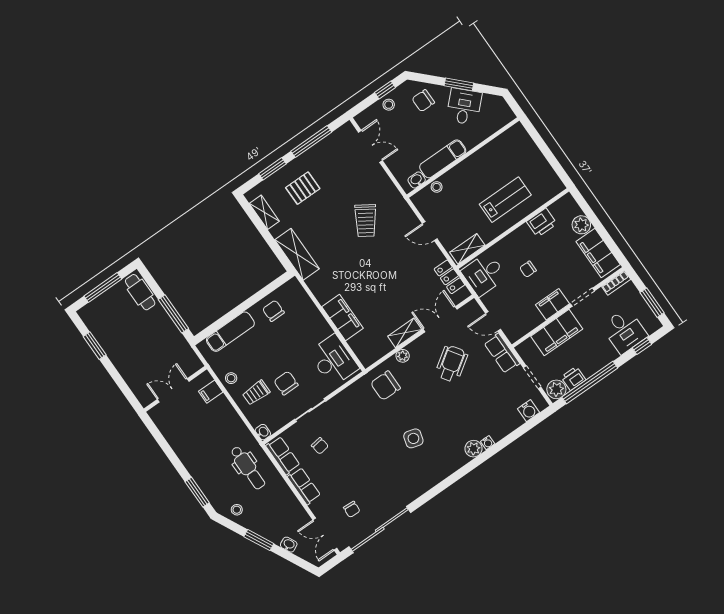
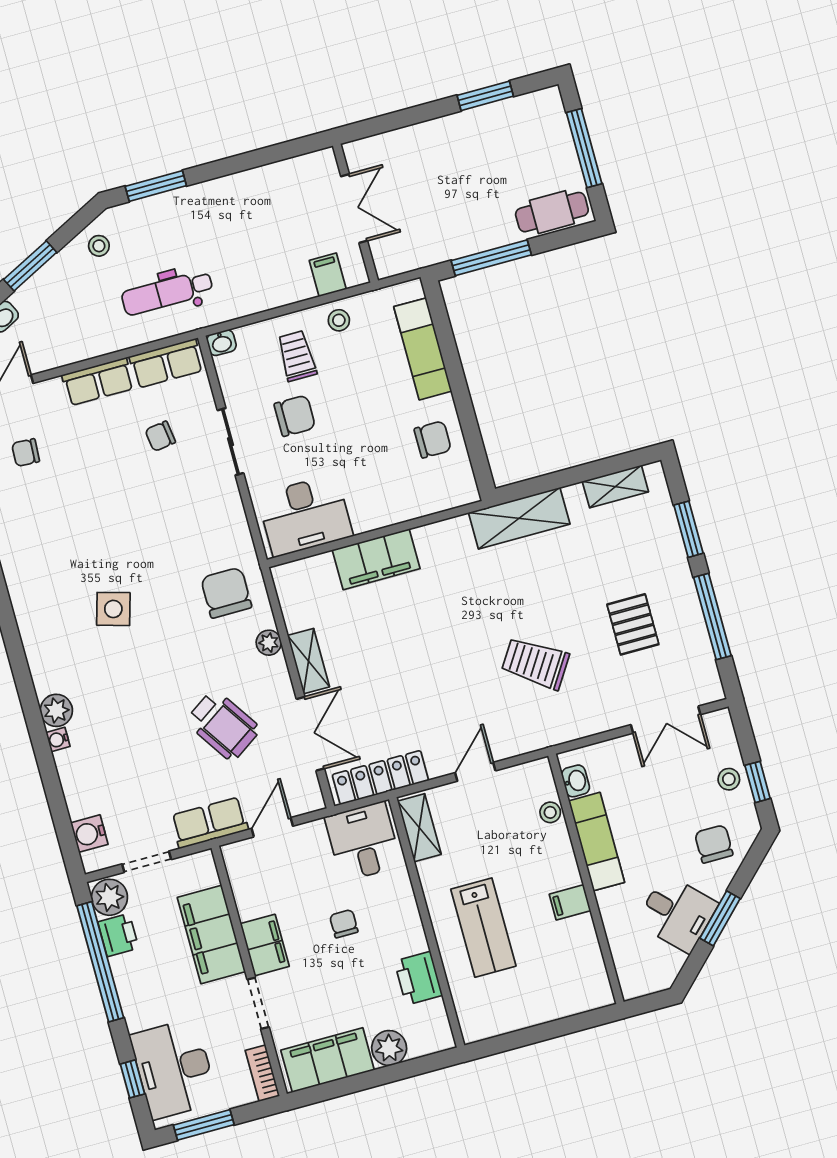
filing cabinet: (478, 161) -> (570, 902), added
pallet: (303, 188) -> (633, 624), moved
locker: (449, 277) -> (380, 778), width x1.53
desk: (624, 331) -> (174, 1069), width x1.37

